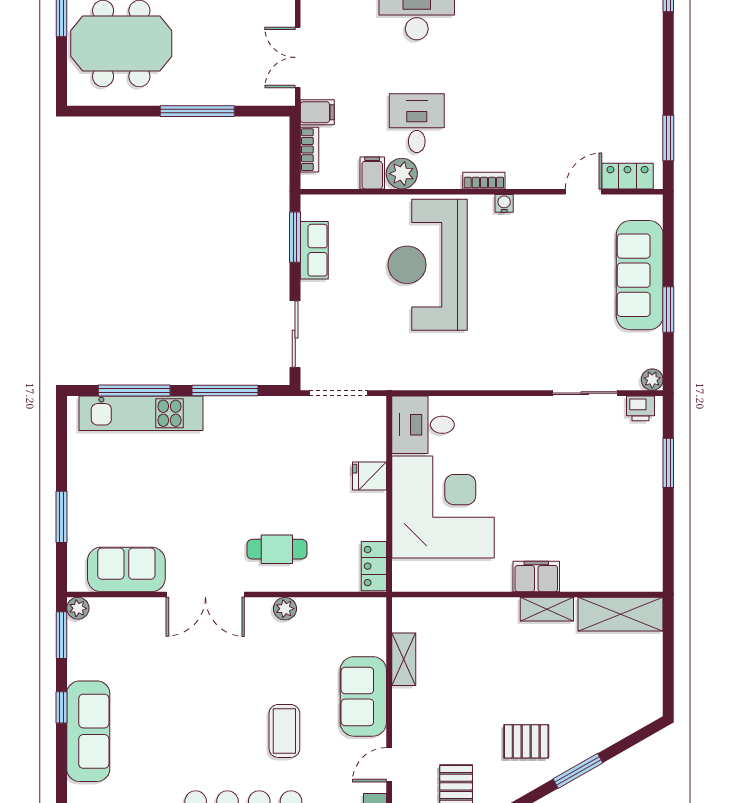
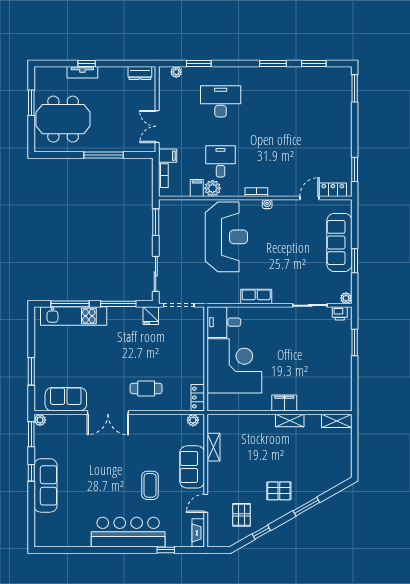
row of seats: (314, 250) -> (256, 297), moved, turned -90
reception desk: (428, 265) -> (226, 237), turned 180
fridge: (370, 476) -> (151, 316), moved, turned -90
plant: (285, 609) -> (193, 420), moved
shelving: (621, 614) -> (337, 421), width x0.67, depth x0.75

